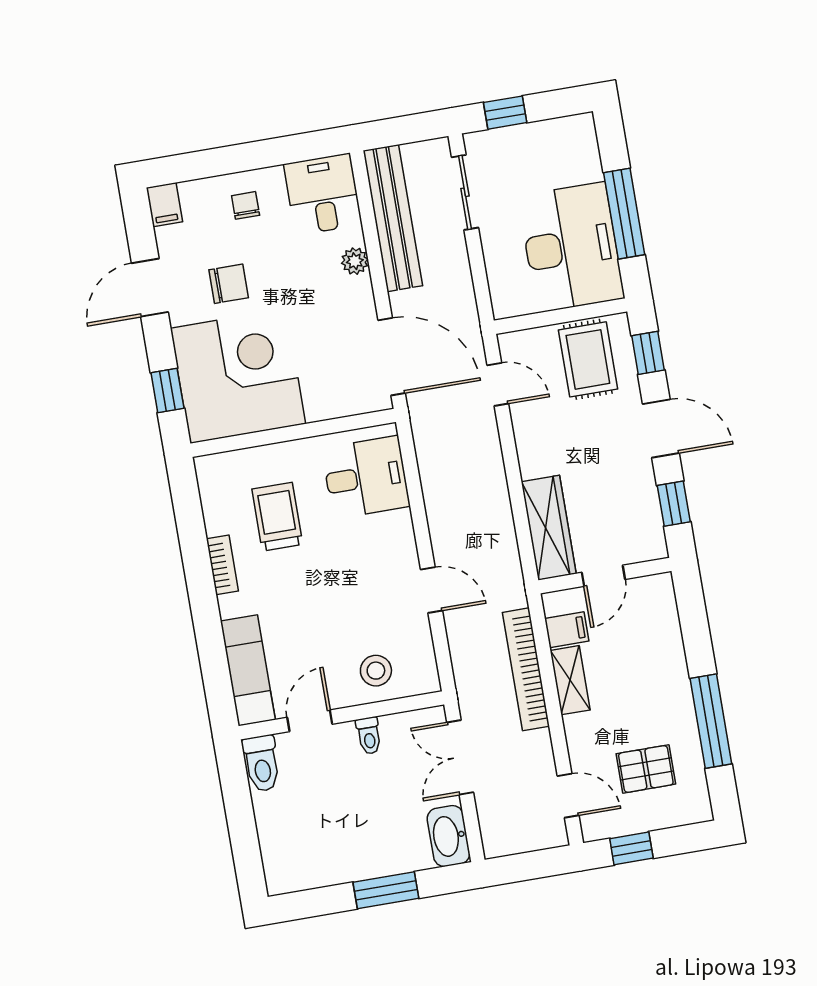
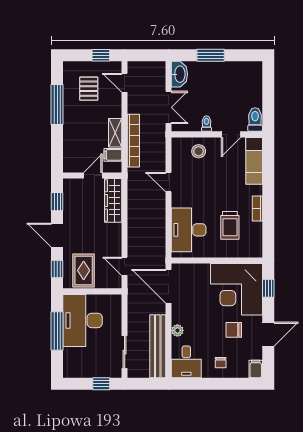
desk: (366, 477) -> (189, 230), width x1.37
pallet: (646, 769) -> (89, 89), turned 90

